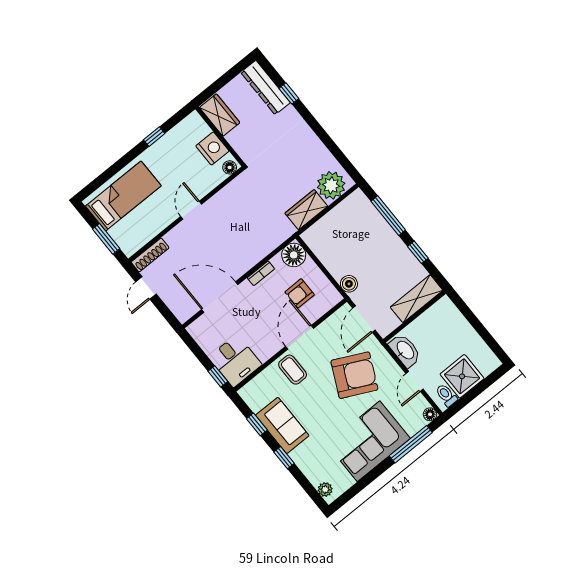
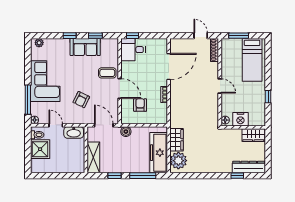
freezer: (342, 219) -> (159, 153), added
floor lamp: (294, 255) -> (160, 117), removed
armchair: (354, 375) -> (81, 100), width x0.53, depth x0.53

